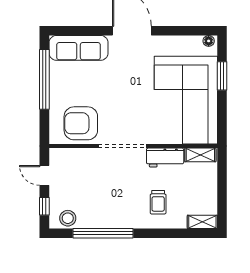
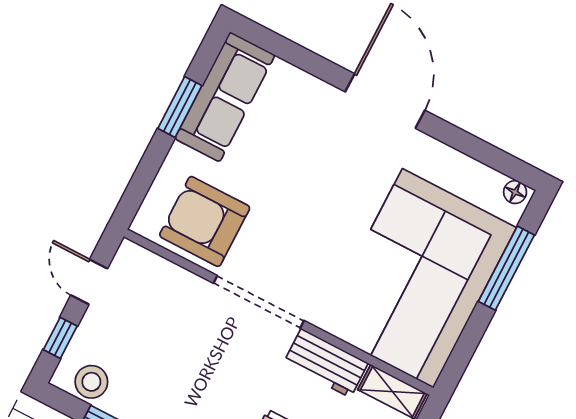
sofa: (79, 48) -> (225, 97), moved, turned -90
window: (222, 76) -> (506, 268), width x1.44
window: (44, 79) -> (180, 107), width x0.47

